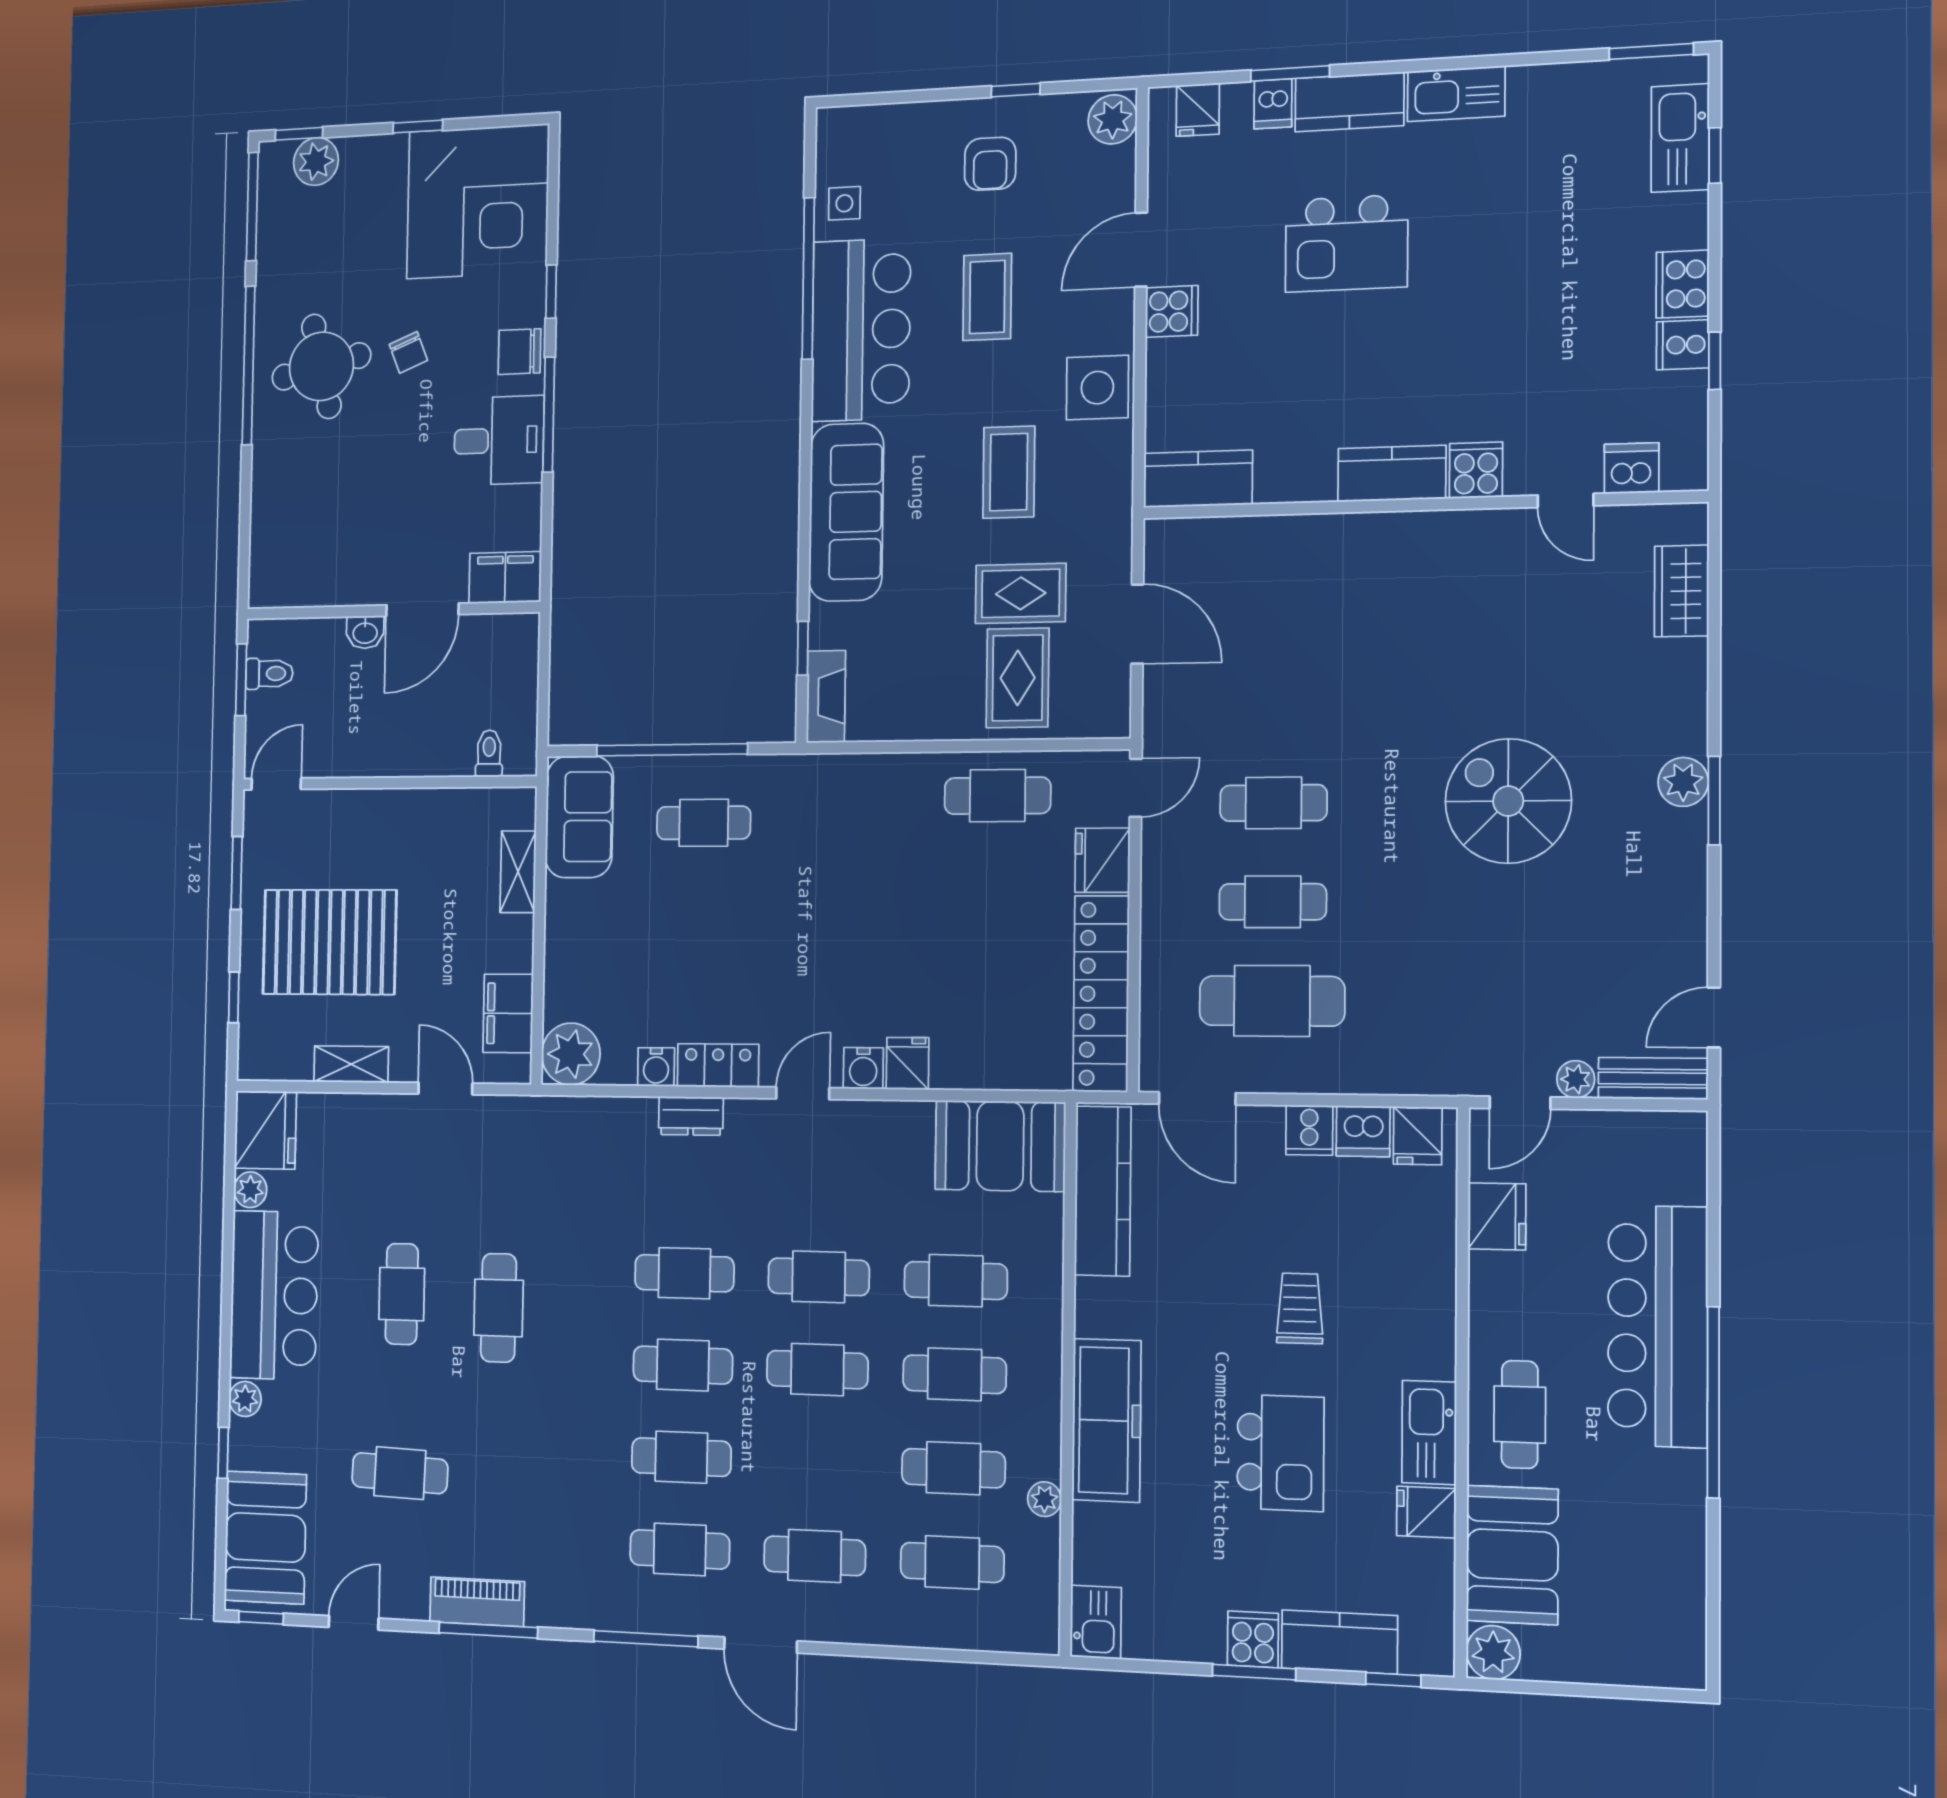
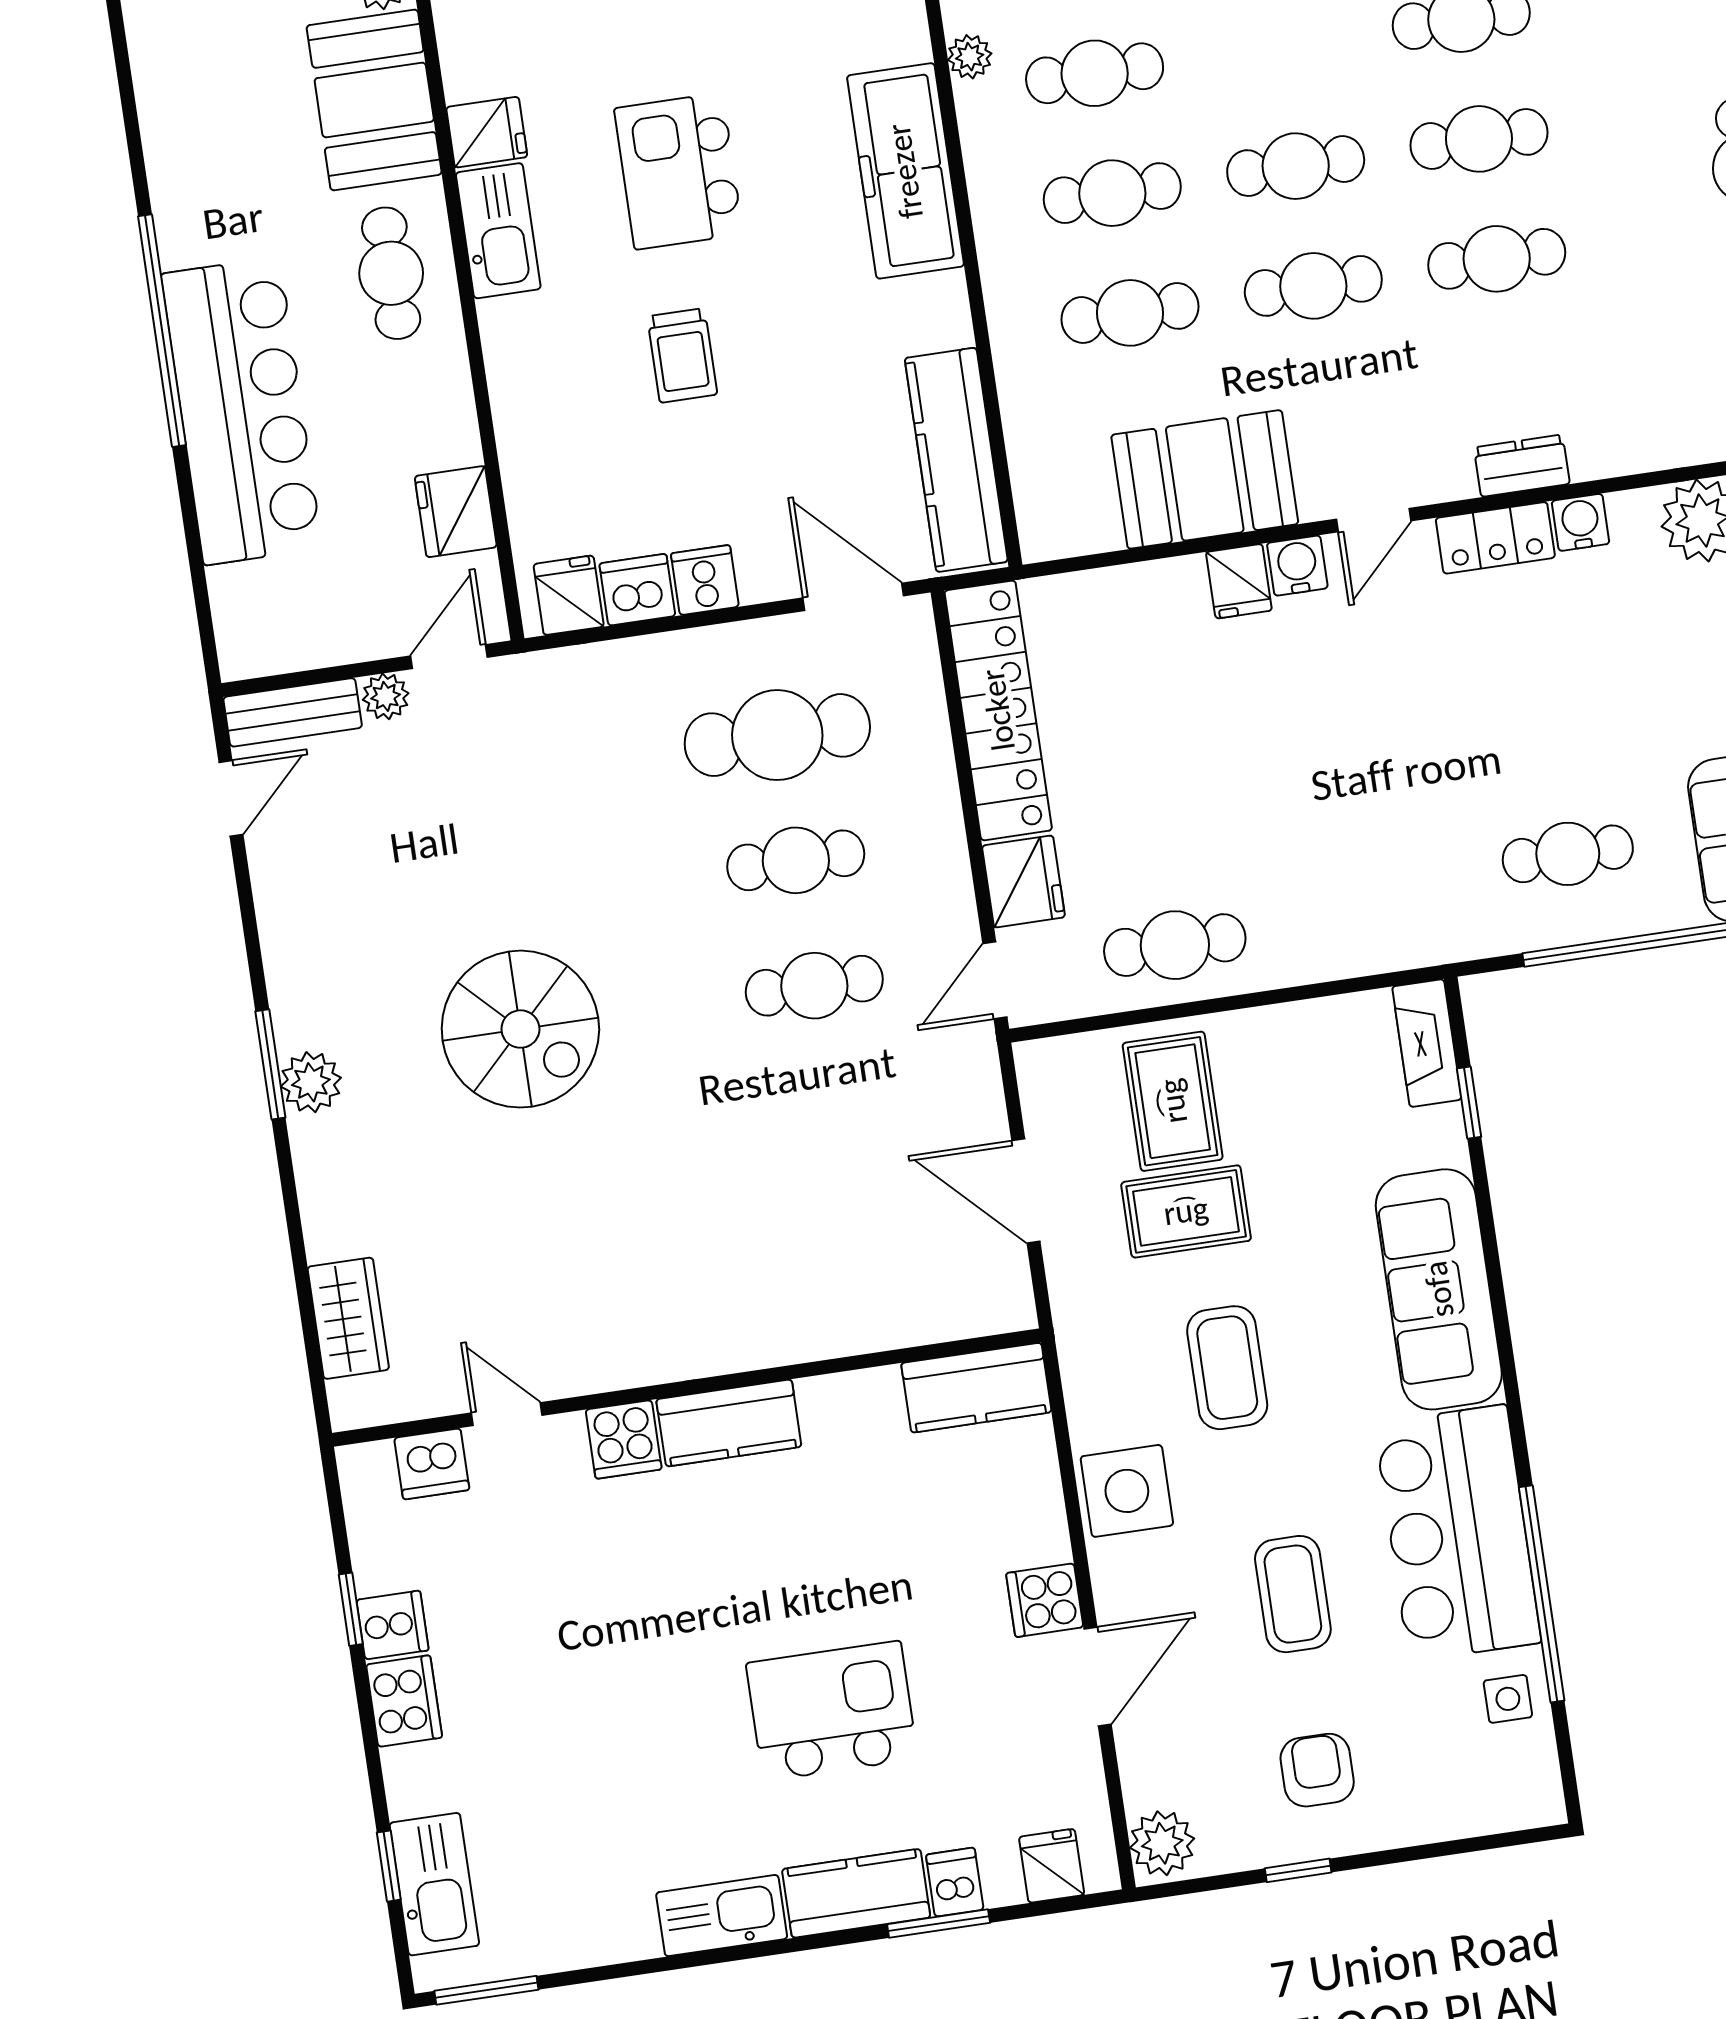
booth: (1000, 1146) -> (1205, 479), moved

